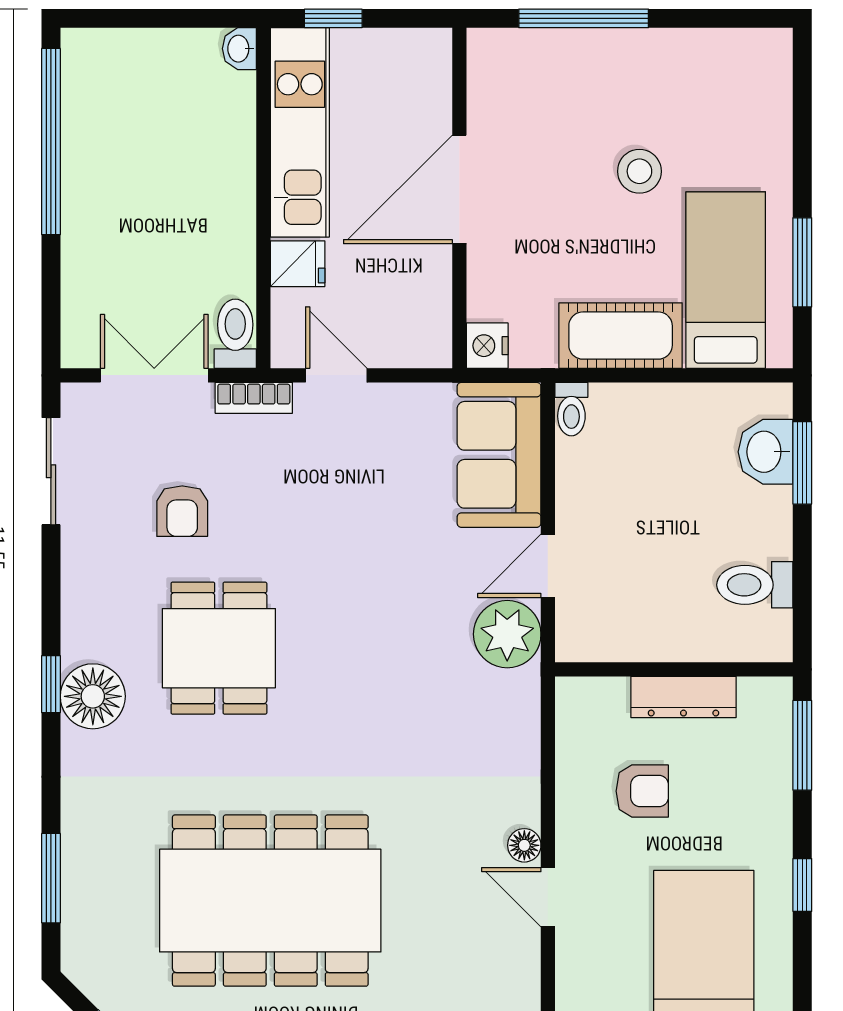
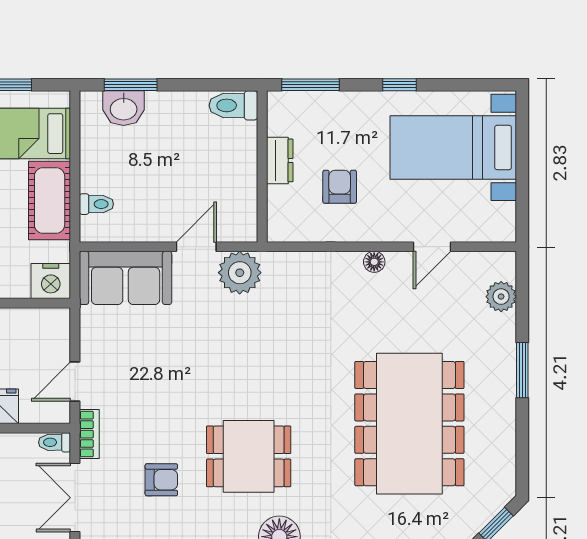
toilet: (235, 334) -> (55, 442), width x0.73, depth x0.72
nightstand: (487, 346) -> (51, 281), width x1.36, depth x1.33
toilet: (571, 409) -> (96, 204), moved
door: (548, 566) -> (196, 247), swing flipped
toilet: (755, 585) -> (233, 105), moved, turned 90
dresser: (683, 697) -> (280, 160), width x0.70
door: (548, 897) -> (432, 247), moved

